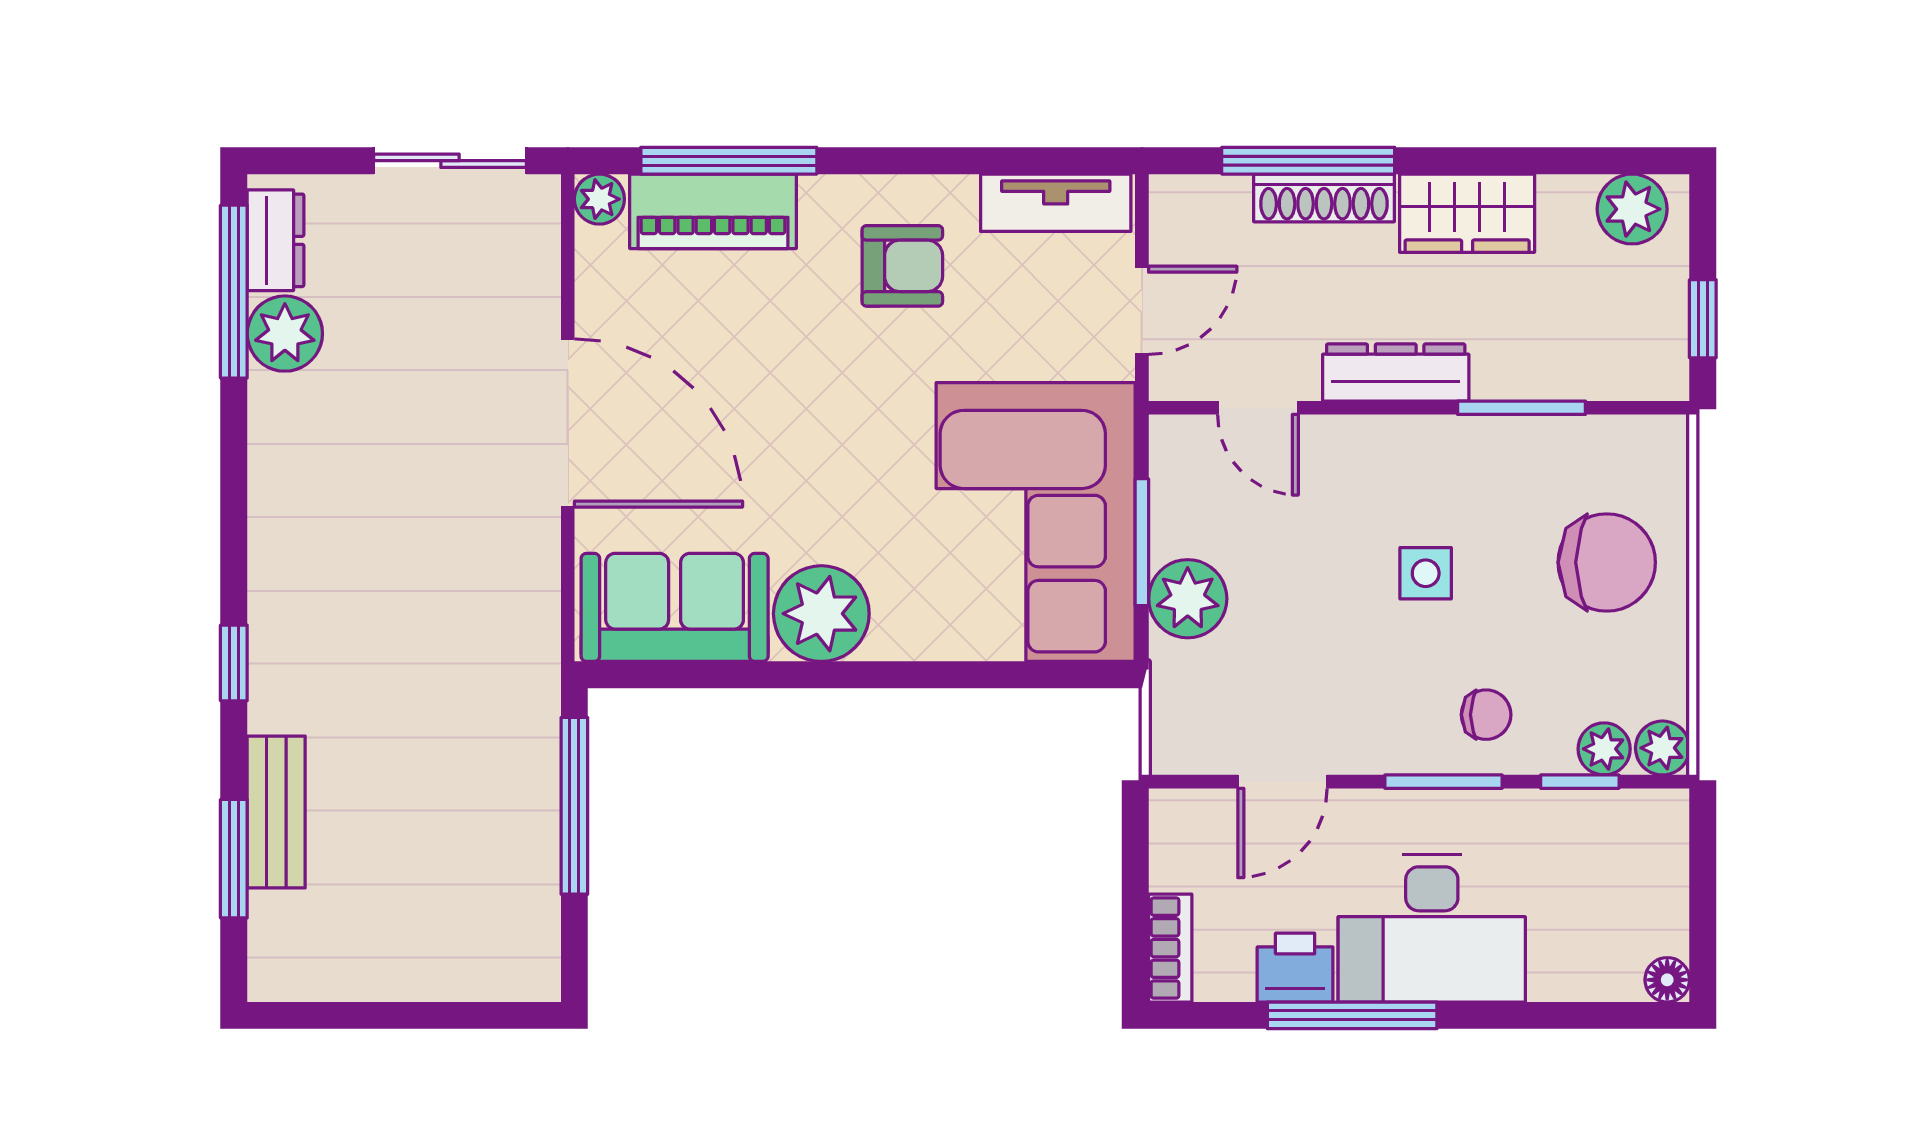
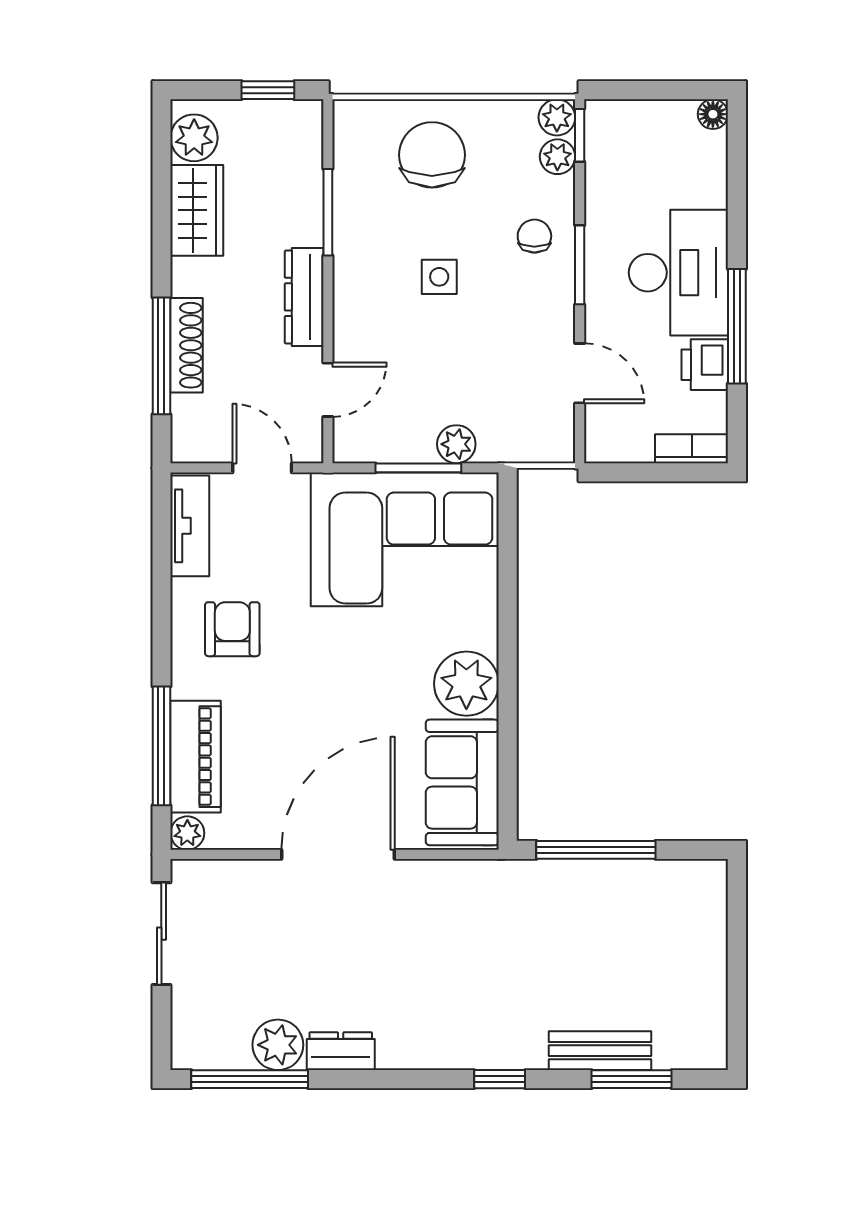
wardrobe: (1467, 213) -> (197, 210), moved
dresser: (276, 240) -> (341, 1051), moved
plant: (1188, 599) -> (456, 444), width x0.73, depth x0.73
window: (1580, 782) -> (580, 135), moved

